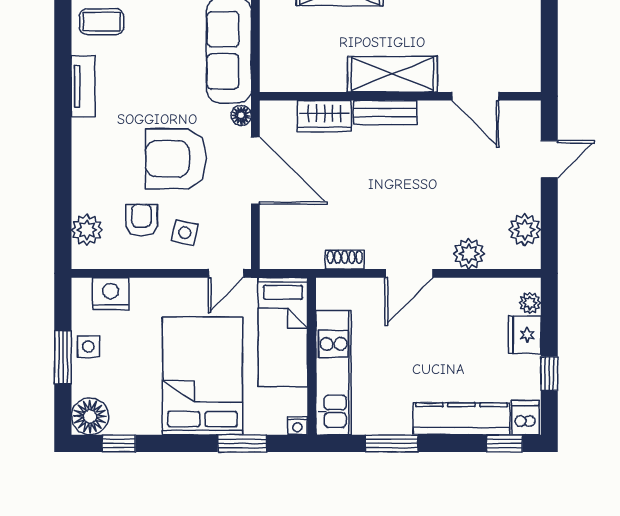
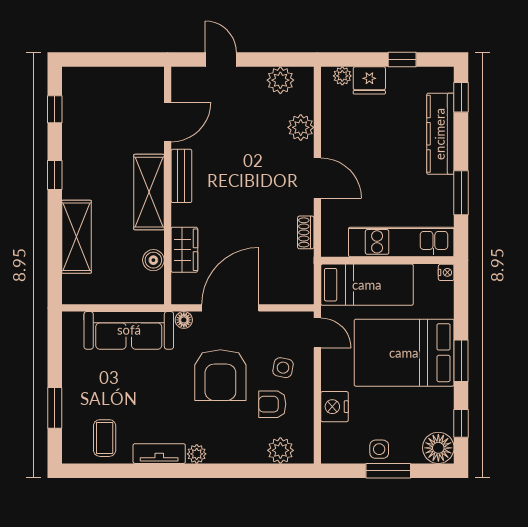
boiler: (312, 79) -> (153, 260), added
bench: (385, 113) -> (181, 176), moved
plant: (83, 131) -> (197, 454), added
nightstand: (111, 294) -> (335, 407), moved
dishwasher: (525, 418) -> (439, 80), removed
window: (242, 443) -> (461, 361), moved

